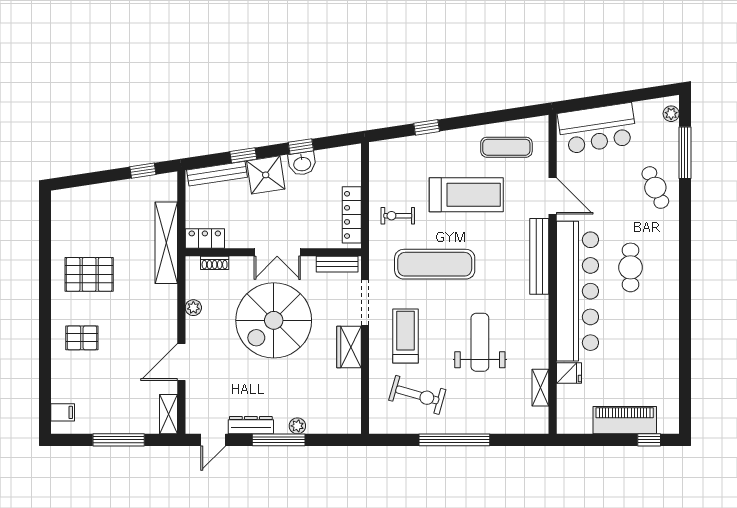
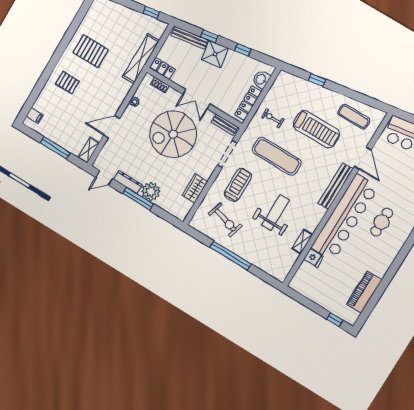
washbasin: (302, 163) -> (261, 79), moved, turned 99
wardrobe: (349, 347) -> (195, 188), moved
shelving: (540, 388) -> (302, 242), moved
piano: (625, 420) -> (364, 292), moved, turned -90
plant: (297, 426) -> (151, 192), width x1.87, depth x1.87

